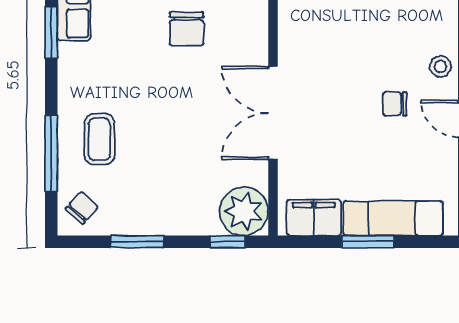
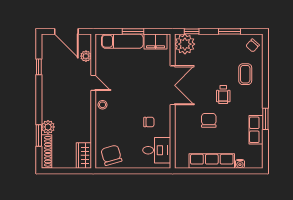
wheelchair: (152, 91) -> (223, 95), added
chair: (395, 104) -> (149, 122), moved
window: (51, 154) -> (265, 68), removed

